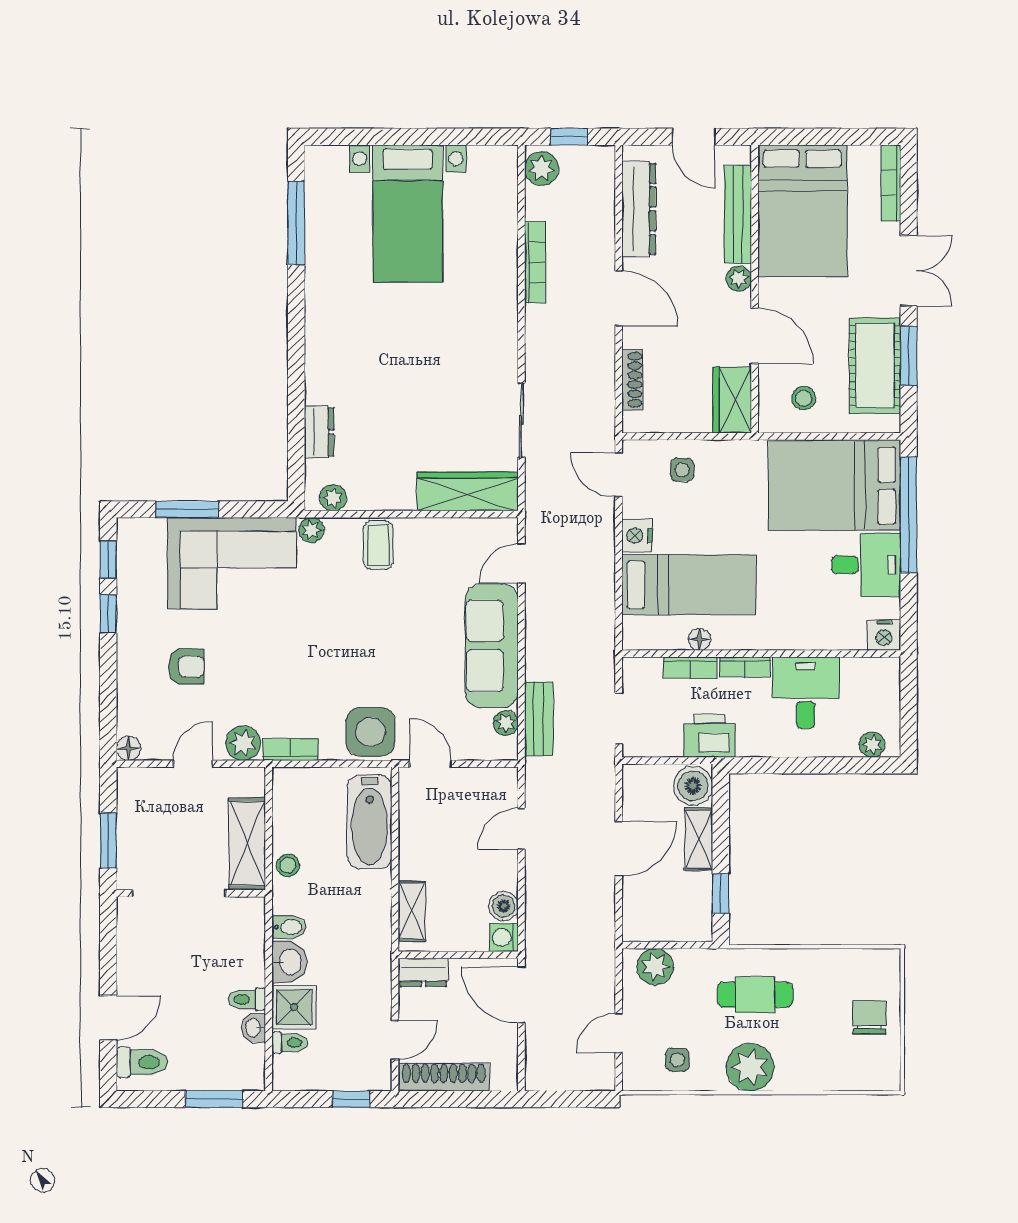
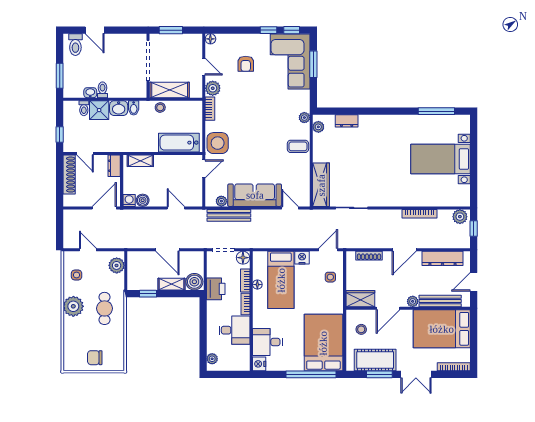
corner sofa: (232, 563) -> (290, 61), moved
desk: (866, 565) -> (267, 342), moved, turned 90
floor lamp: (637, 673) -> (243, 258), added
bench: (539, 719) -> (229, 215), width x1.36
chair: (870, 1017) -> (95, 358), turned 180

